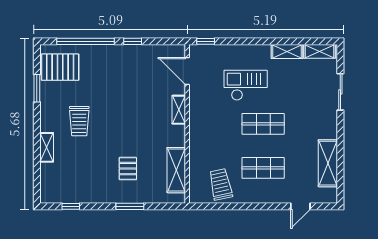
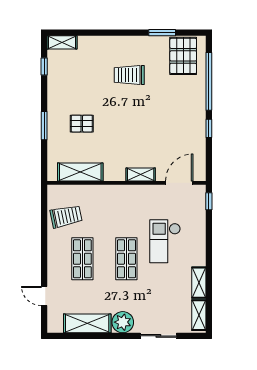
checkout: (246, 85) -> (165, 241), turned 180
plant: (327, 128) -> (123, 322), added
shelving: (47, 147) -> (62, 42), moved

